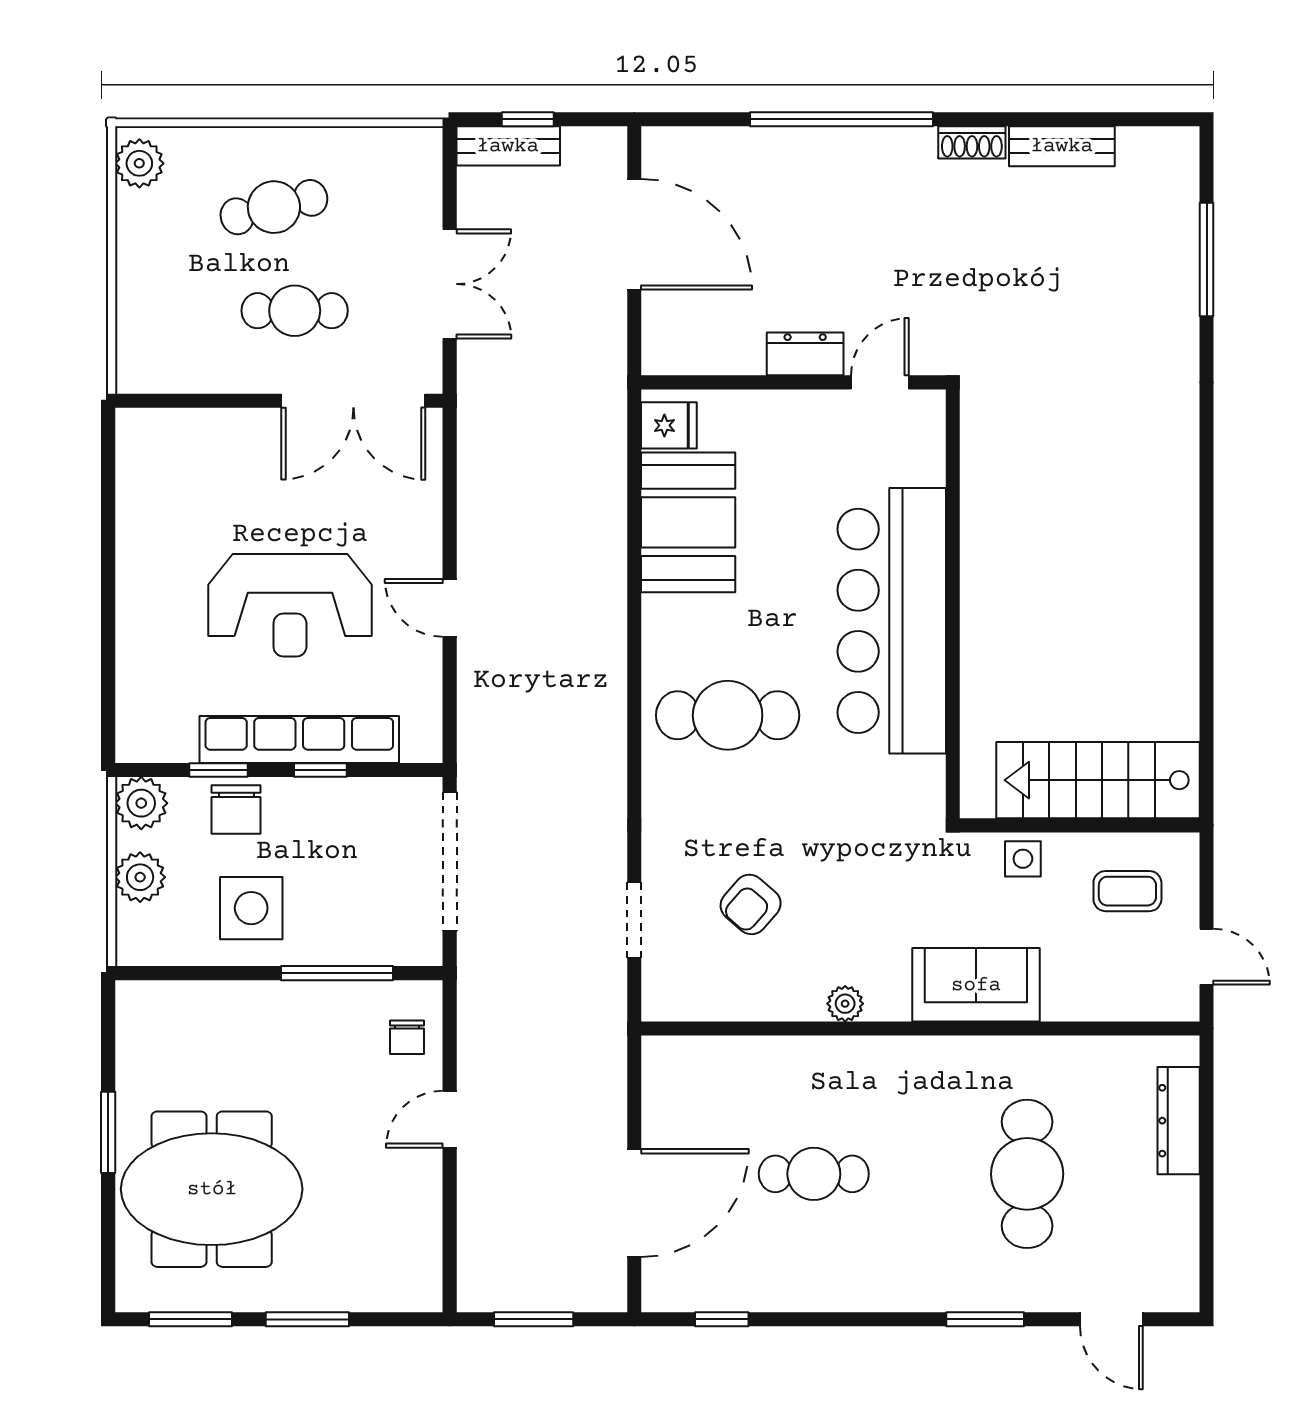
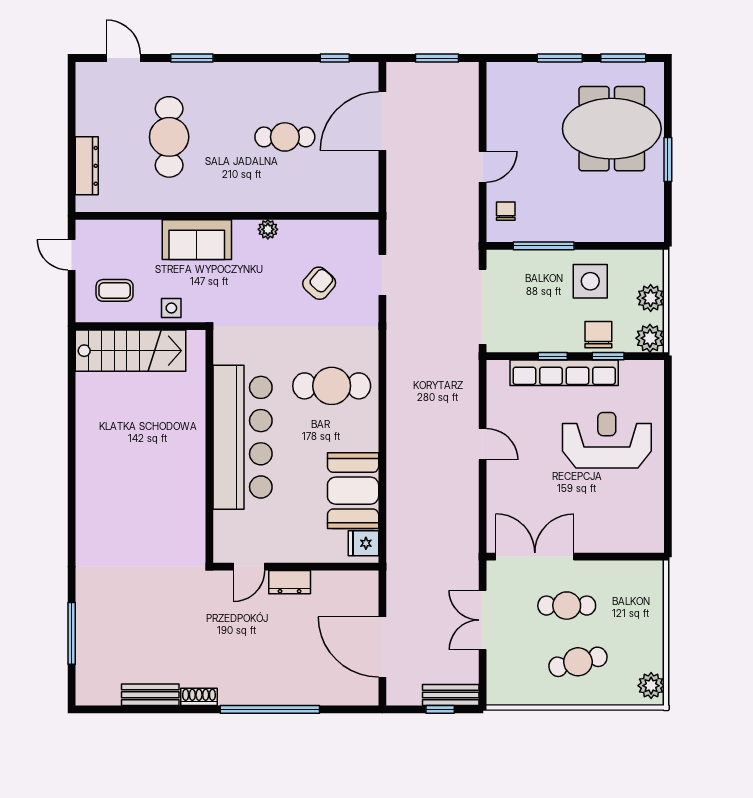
reception desk: (290, 605) -> (607, 440), moved

